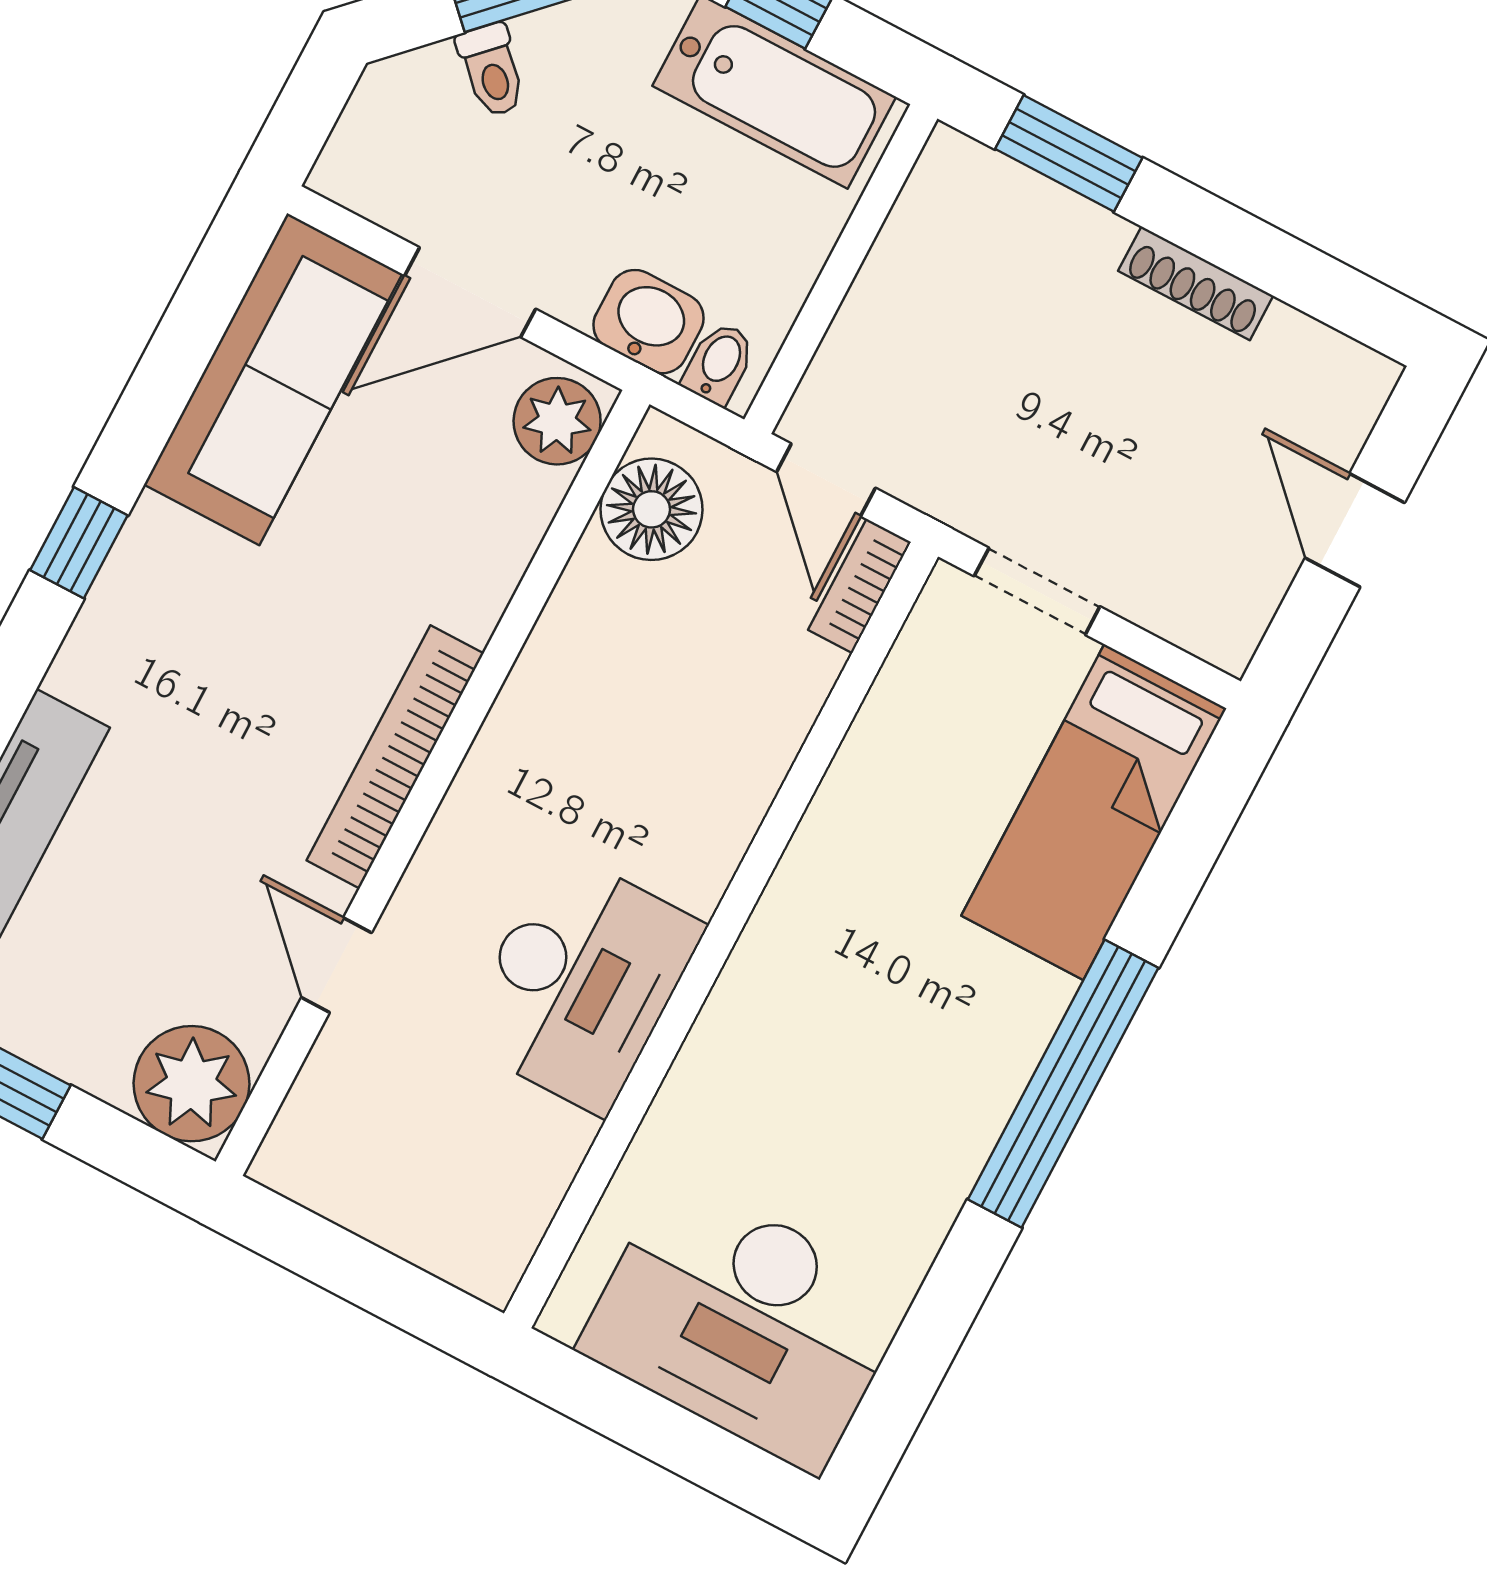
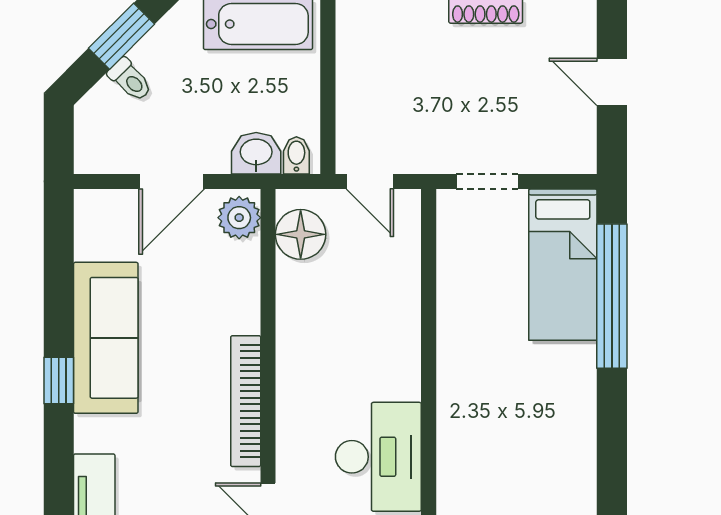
sofa: (273, 379) -> (106, 338), moved
bookcase: (860, 586) -> (409, 220), removed
window: (1063, 1084) -> (612, 296), moved

